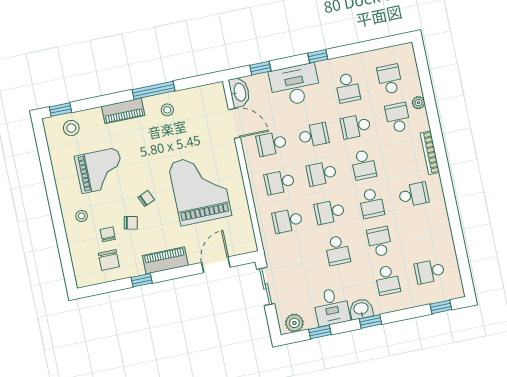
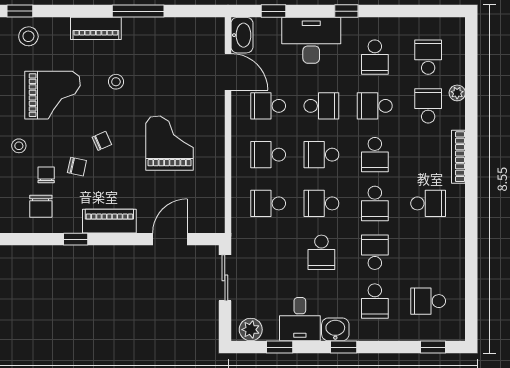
stool: (167, 110) -> (116, 82), moved
grand piano: (200, 189) -> (170, 143), width x0.73, depth x0.68

